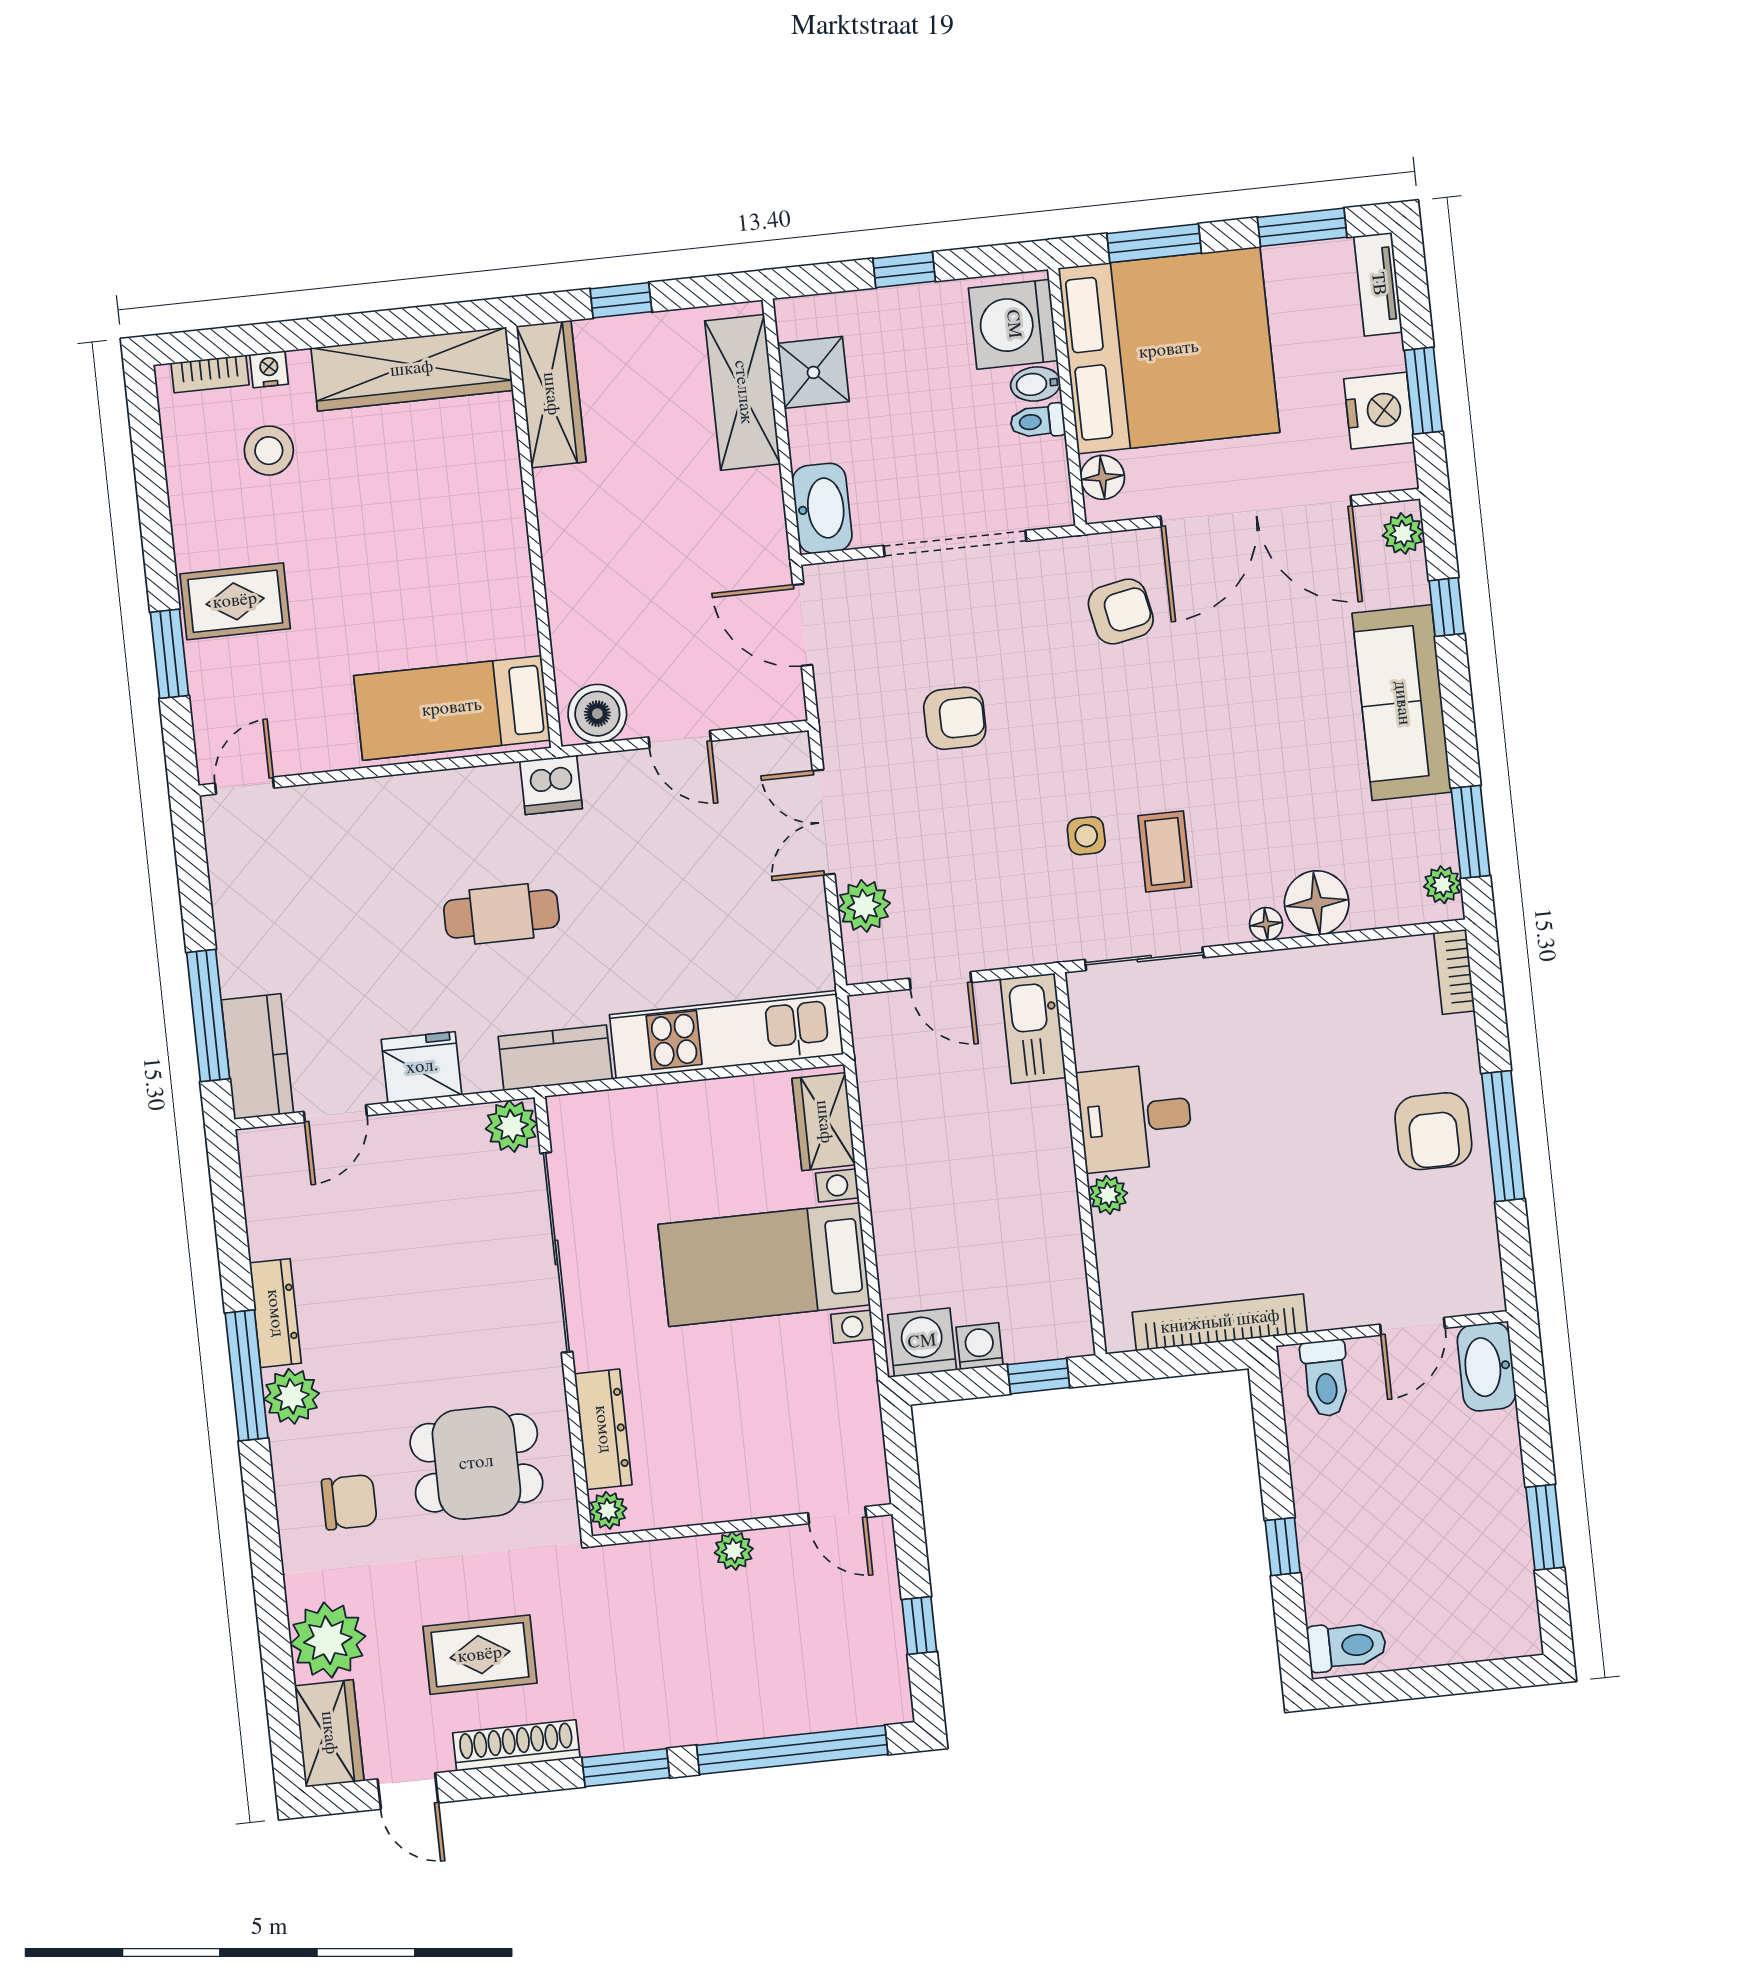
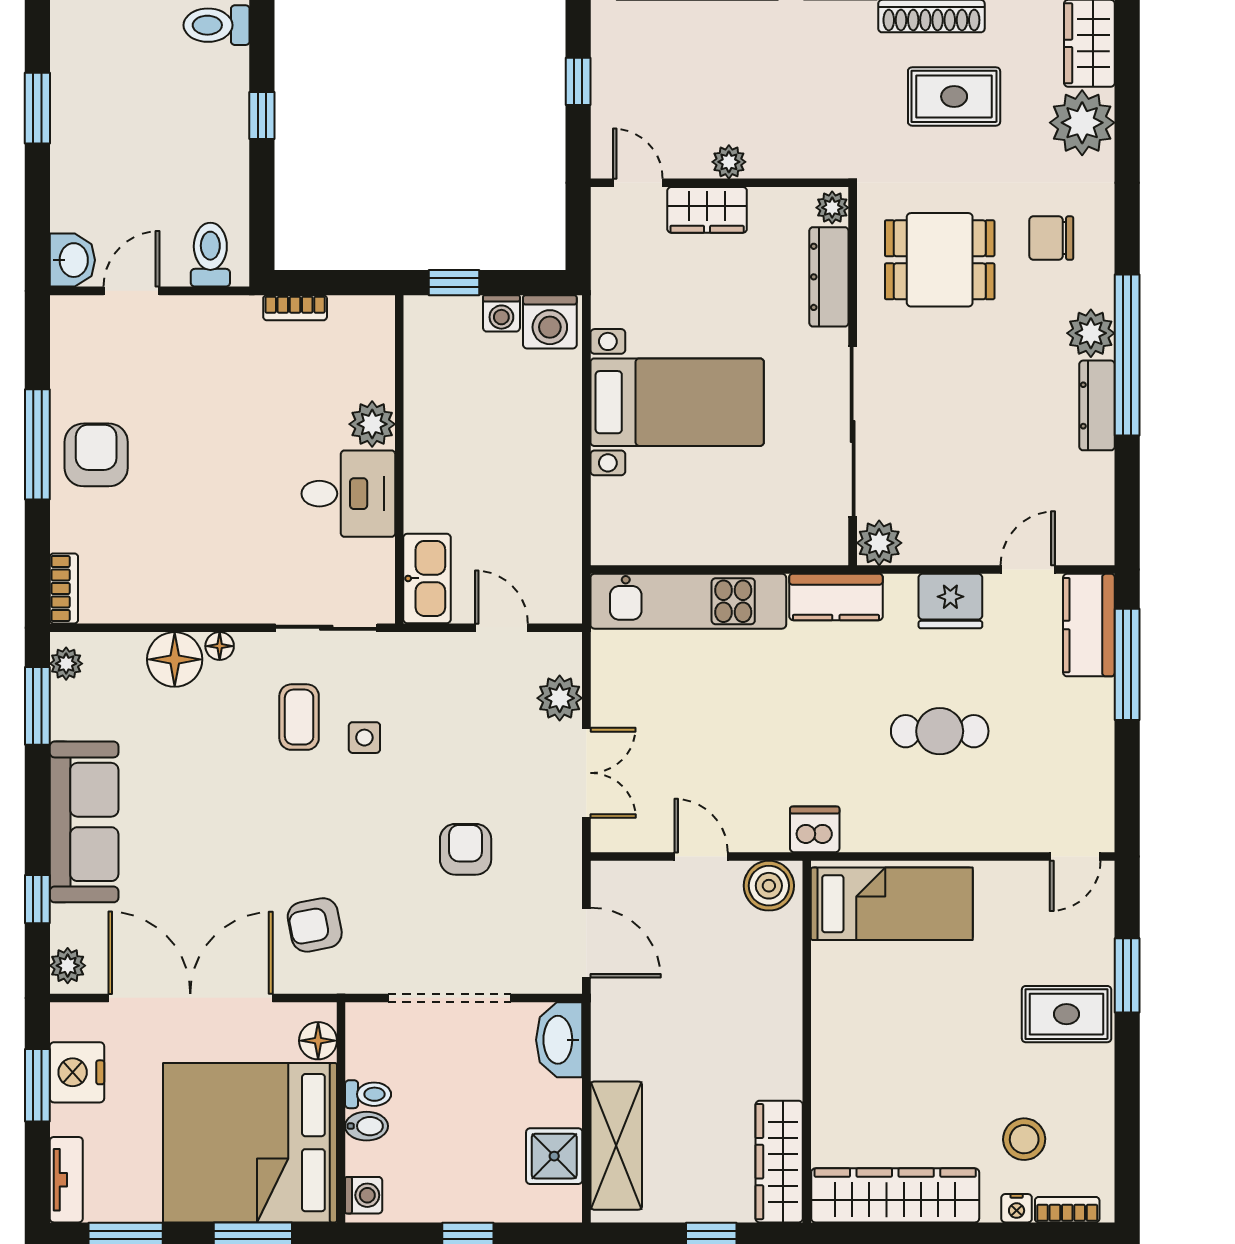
washing machine: (1013, 324) -> (364, 1195), width x0.53, depth x0.53
armchair: (955, 718) -> (466, 849), turned 90
cafe table: (501, 914) -> (940, 731), moved
wardrobe: (824, 1122) -> (707, 210), moved, turned 90
plant: (1108, 1195) -> (372, 424), width x1.38, depth x1.38
bookcase: (1220, 1322) -> (295, 308), width x0.43, depth x0.76
washbasin: (1487, 1367) -> (72, 260), width x0.72
window: (247, 1375) -> (1127, 355), width x1.46

